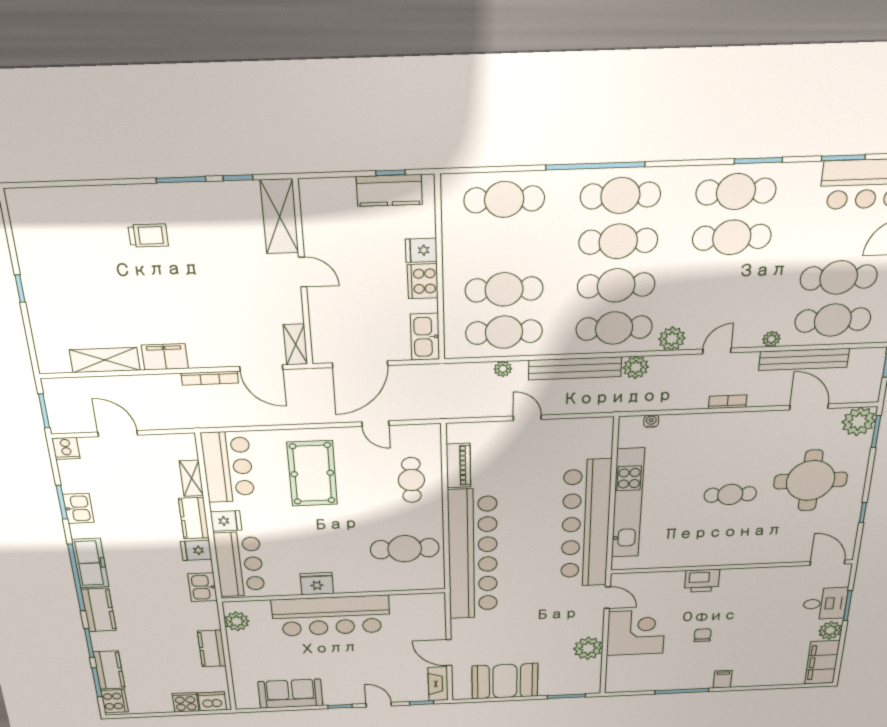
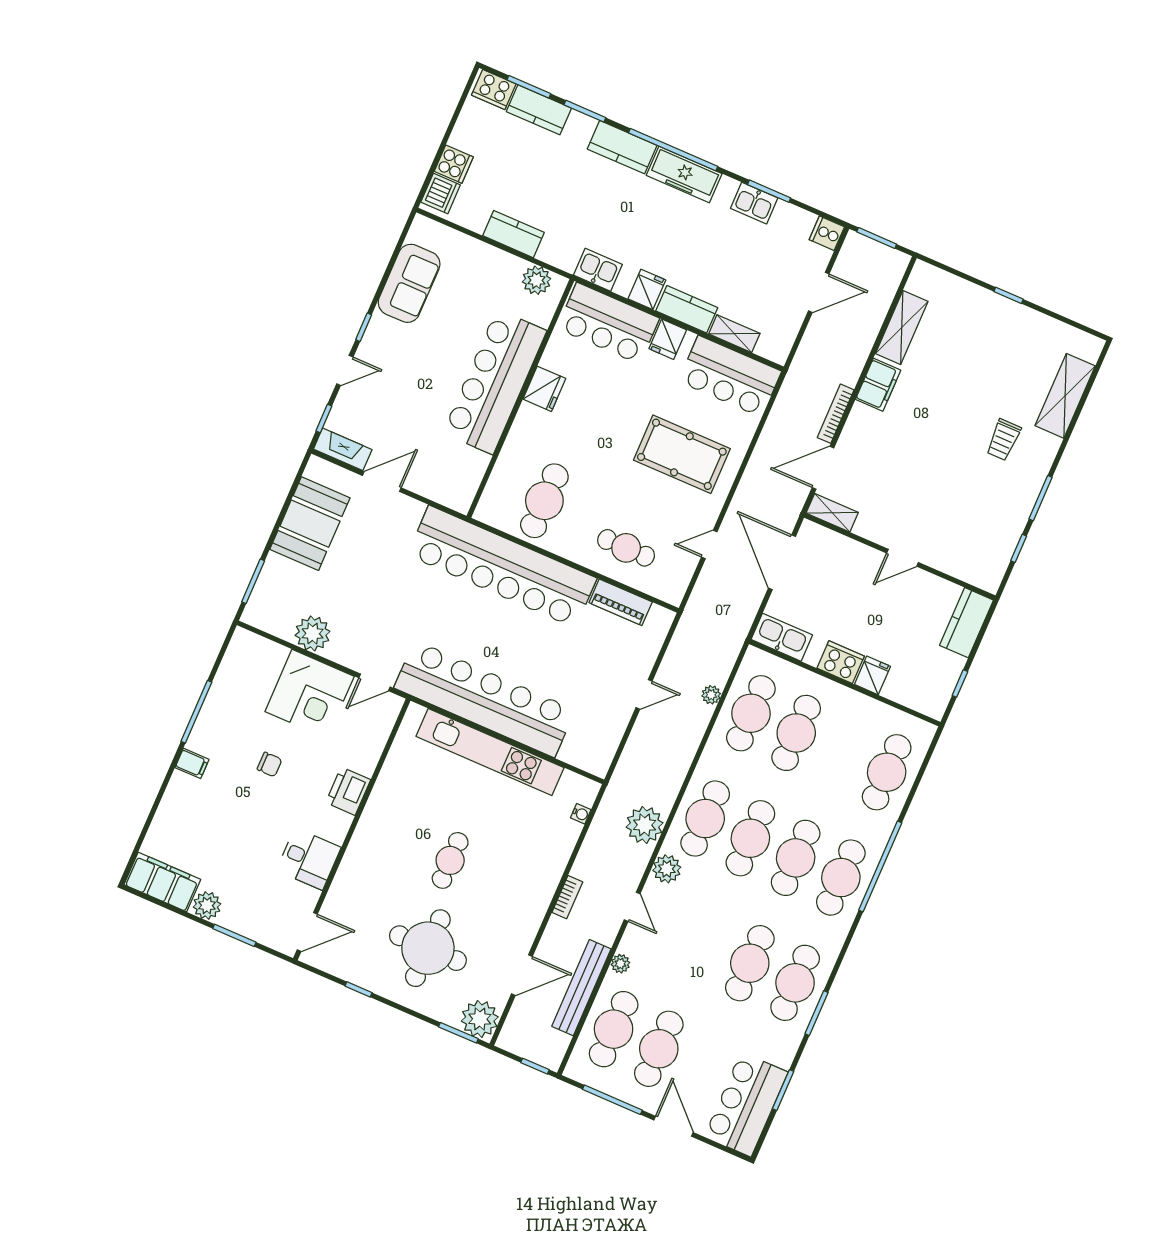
kitchen counter: (389, 190) -> (966, 623), moved
shelving: (280, 217) -> (1065, 396), moved, turned 90
plant: (636, 367) -> (645, 825), width x1.36, depth x1.36
bench: (575, 368) -> (678, 764), removed
desk: (825, 604) -> (309, 859), moved, turned -90

